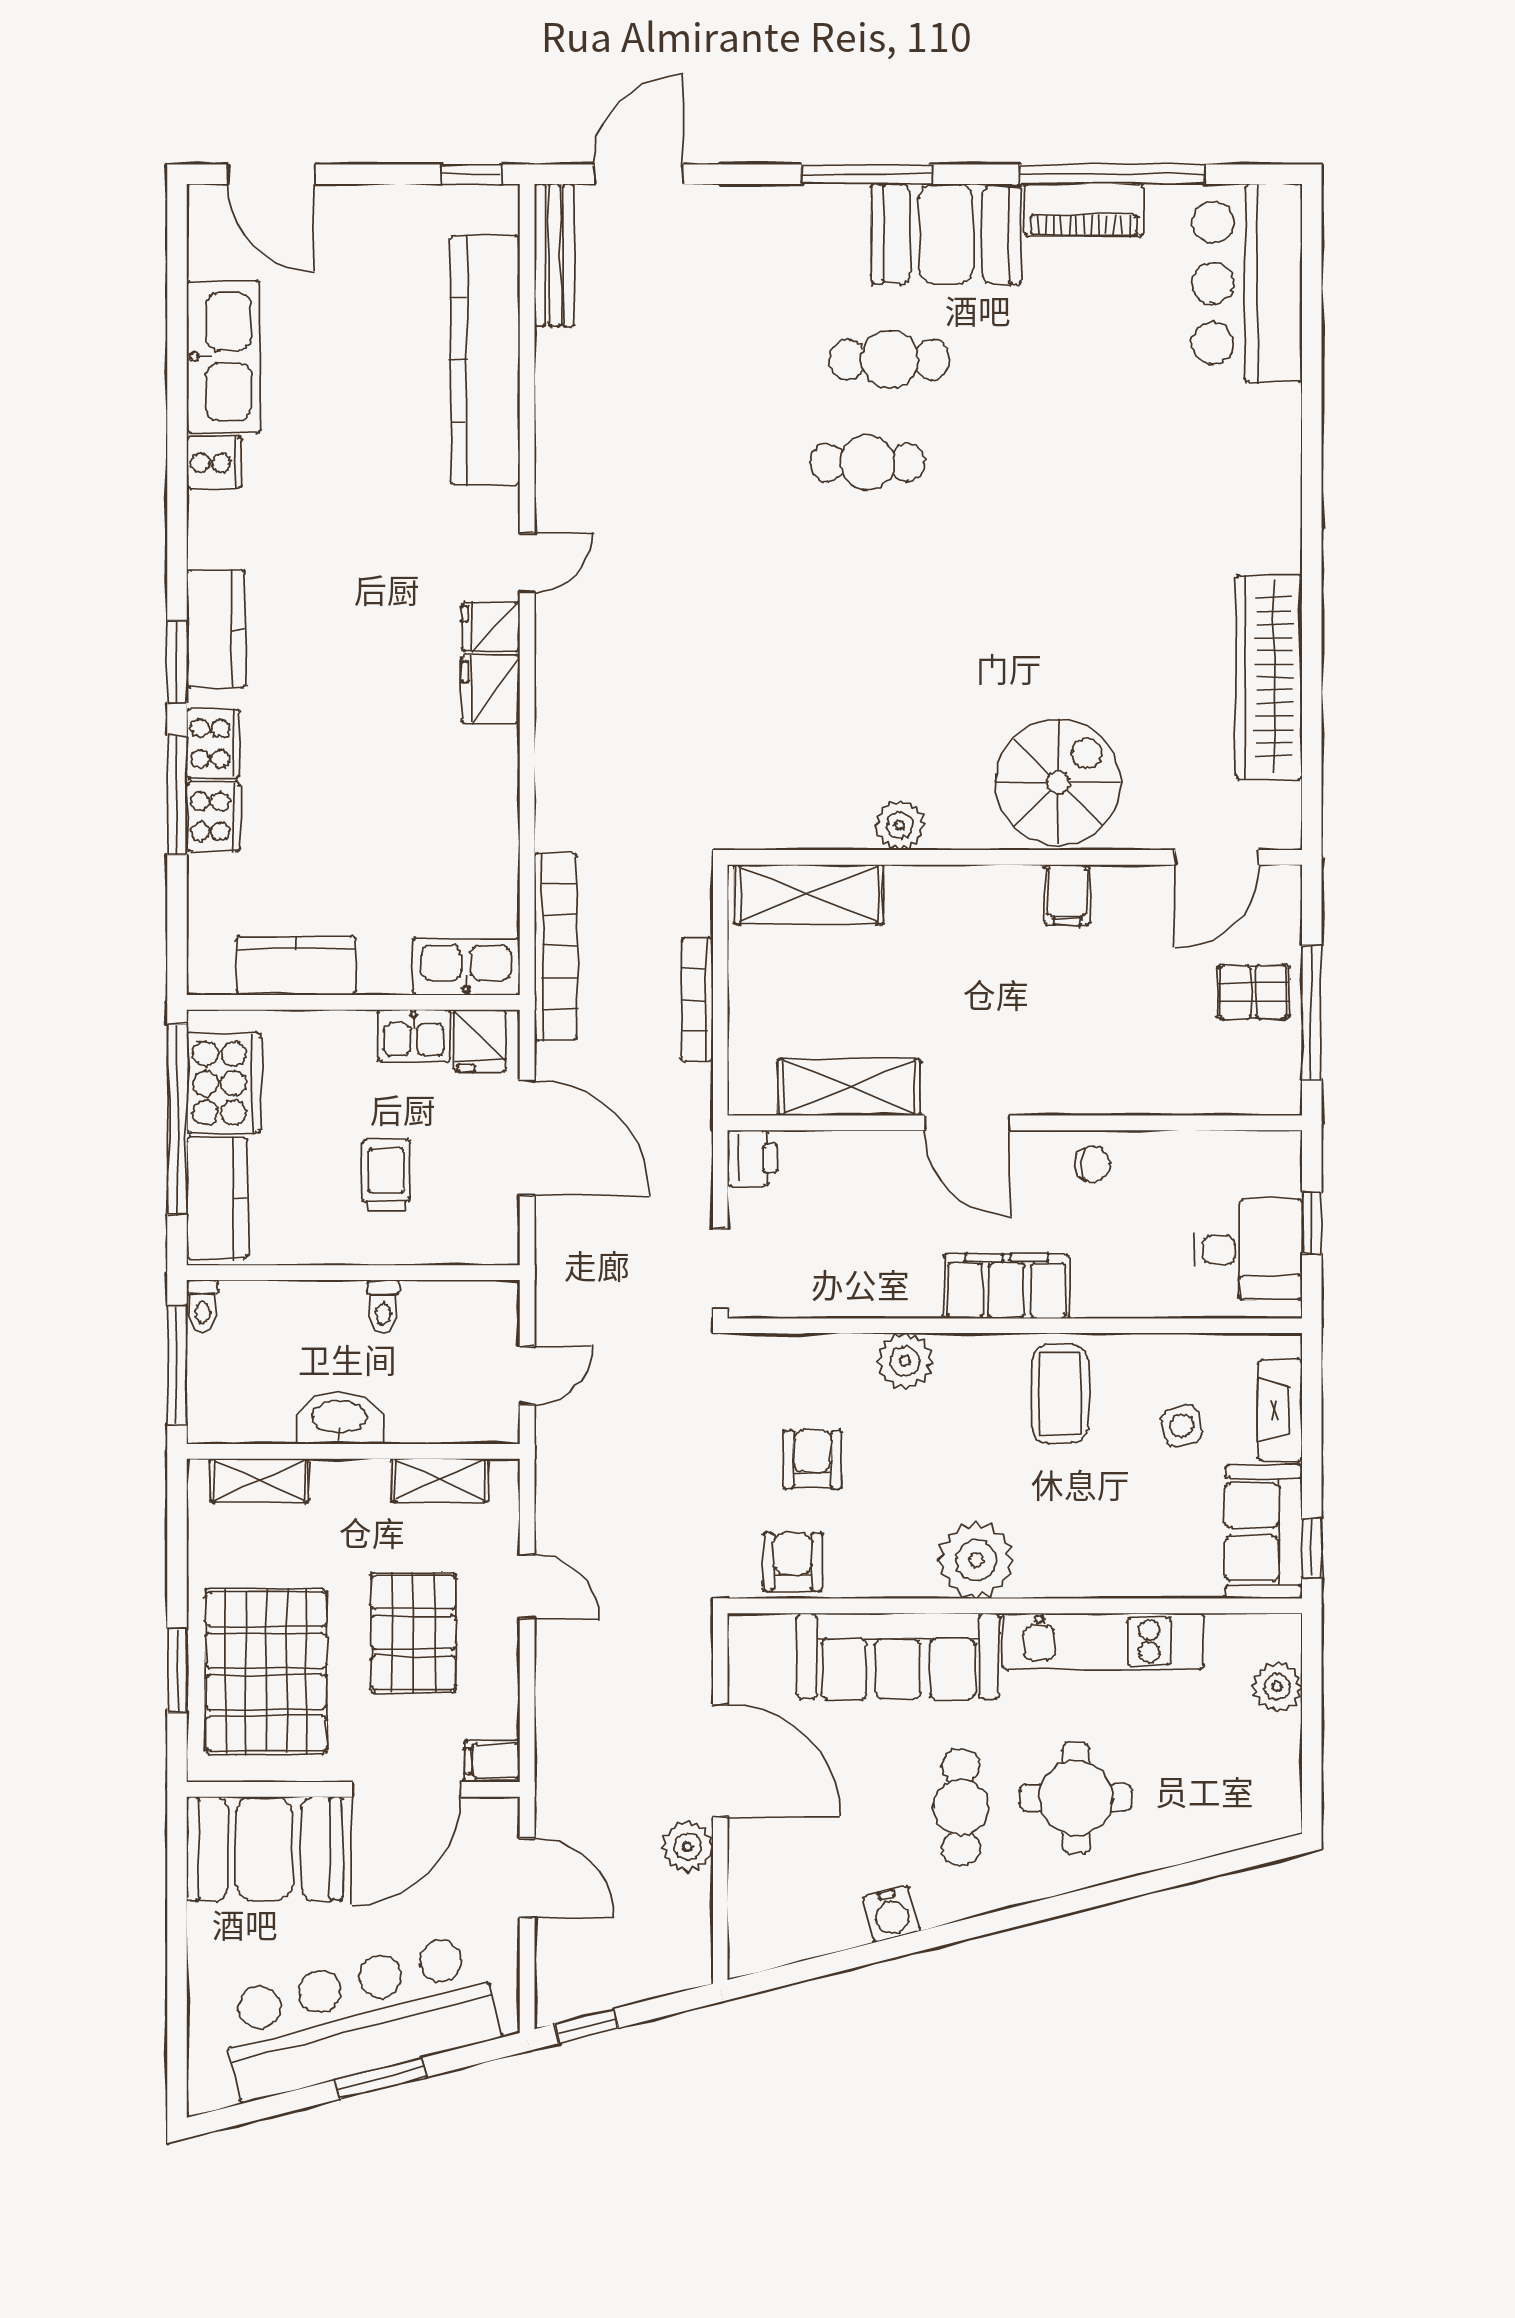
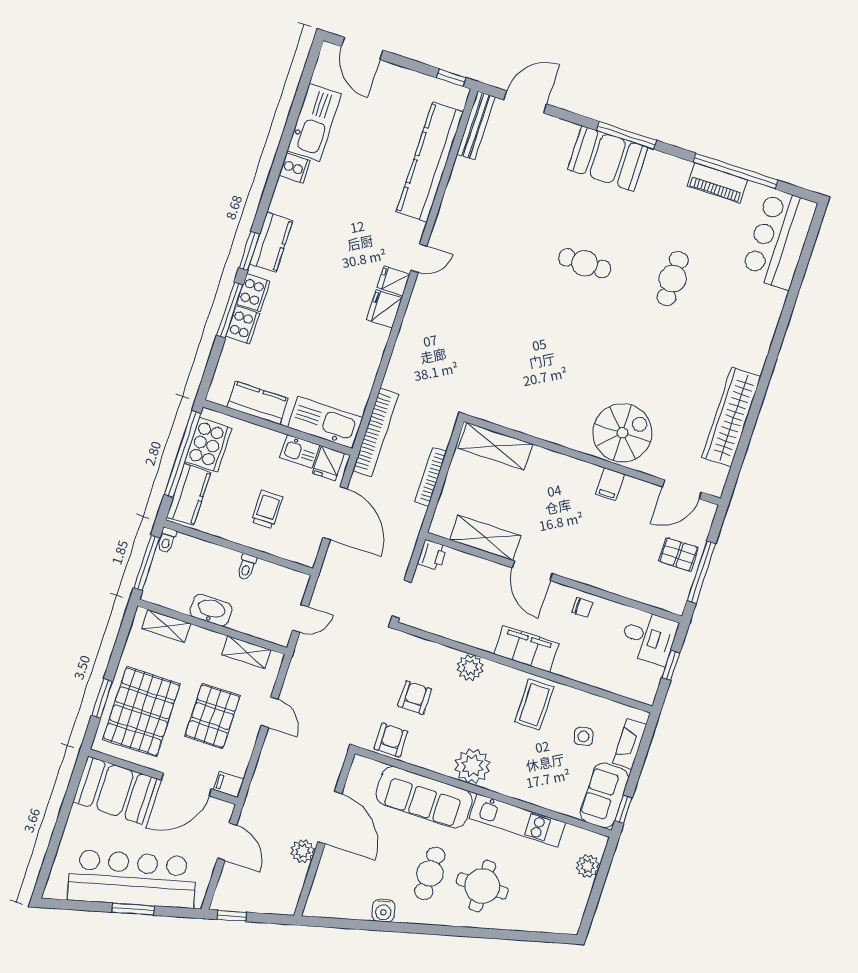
booth: (946, 234) -> (608, 158), moved
cafe table: (890, 360) -> (673, 279), moved, turned 90
plant: (900, 825) -> (546, 429), removed
kitchen sink: (466, 967) -> (325, 422), width x1.36, depth x1.24
desk: (1248, 1249) -> (649, 637), moved

